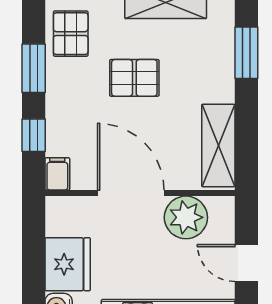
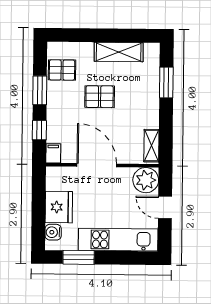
pallet: (71, 34) -> (62, 70), turned 90
shelving: (218, 145) -> (151, 146), width x0.67, depth x0.75
plant: (186, 217) -> (146, 180), moved

